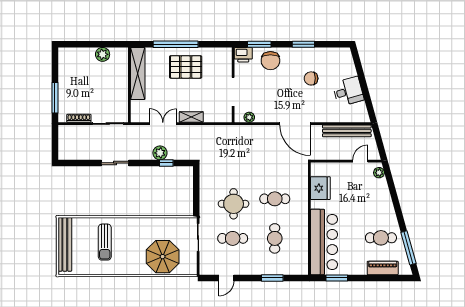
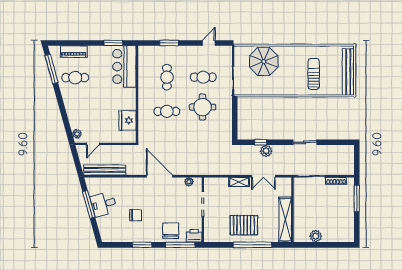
window: (259, 44) -> (180, 245), width x1.44
window: (365, 91) -> (89, 204), added
door: (295, 124) -> (160, 176), moved
bar counter: (324, 242) -> (124, 66), width x0.73

